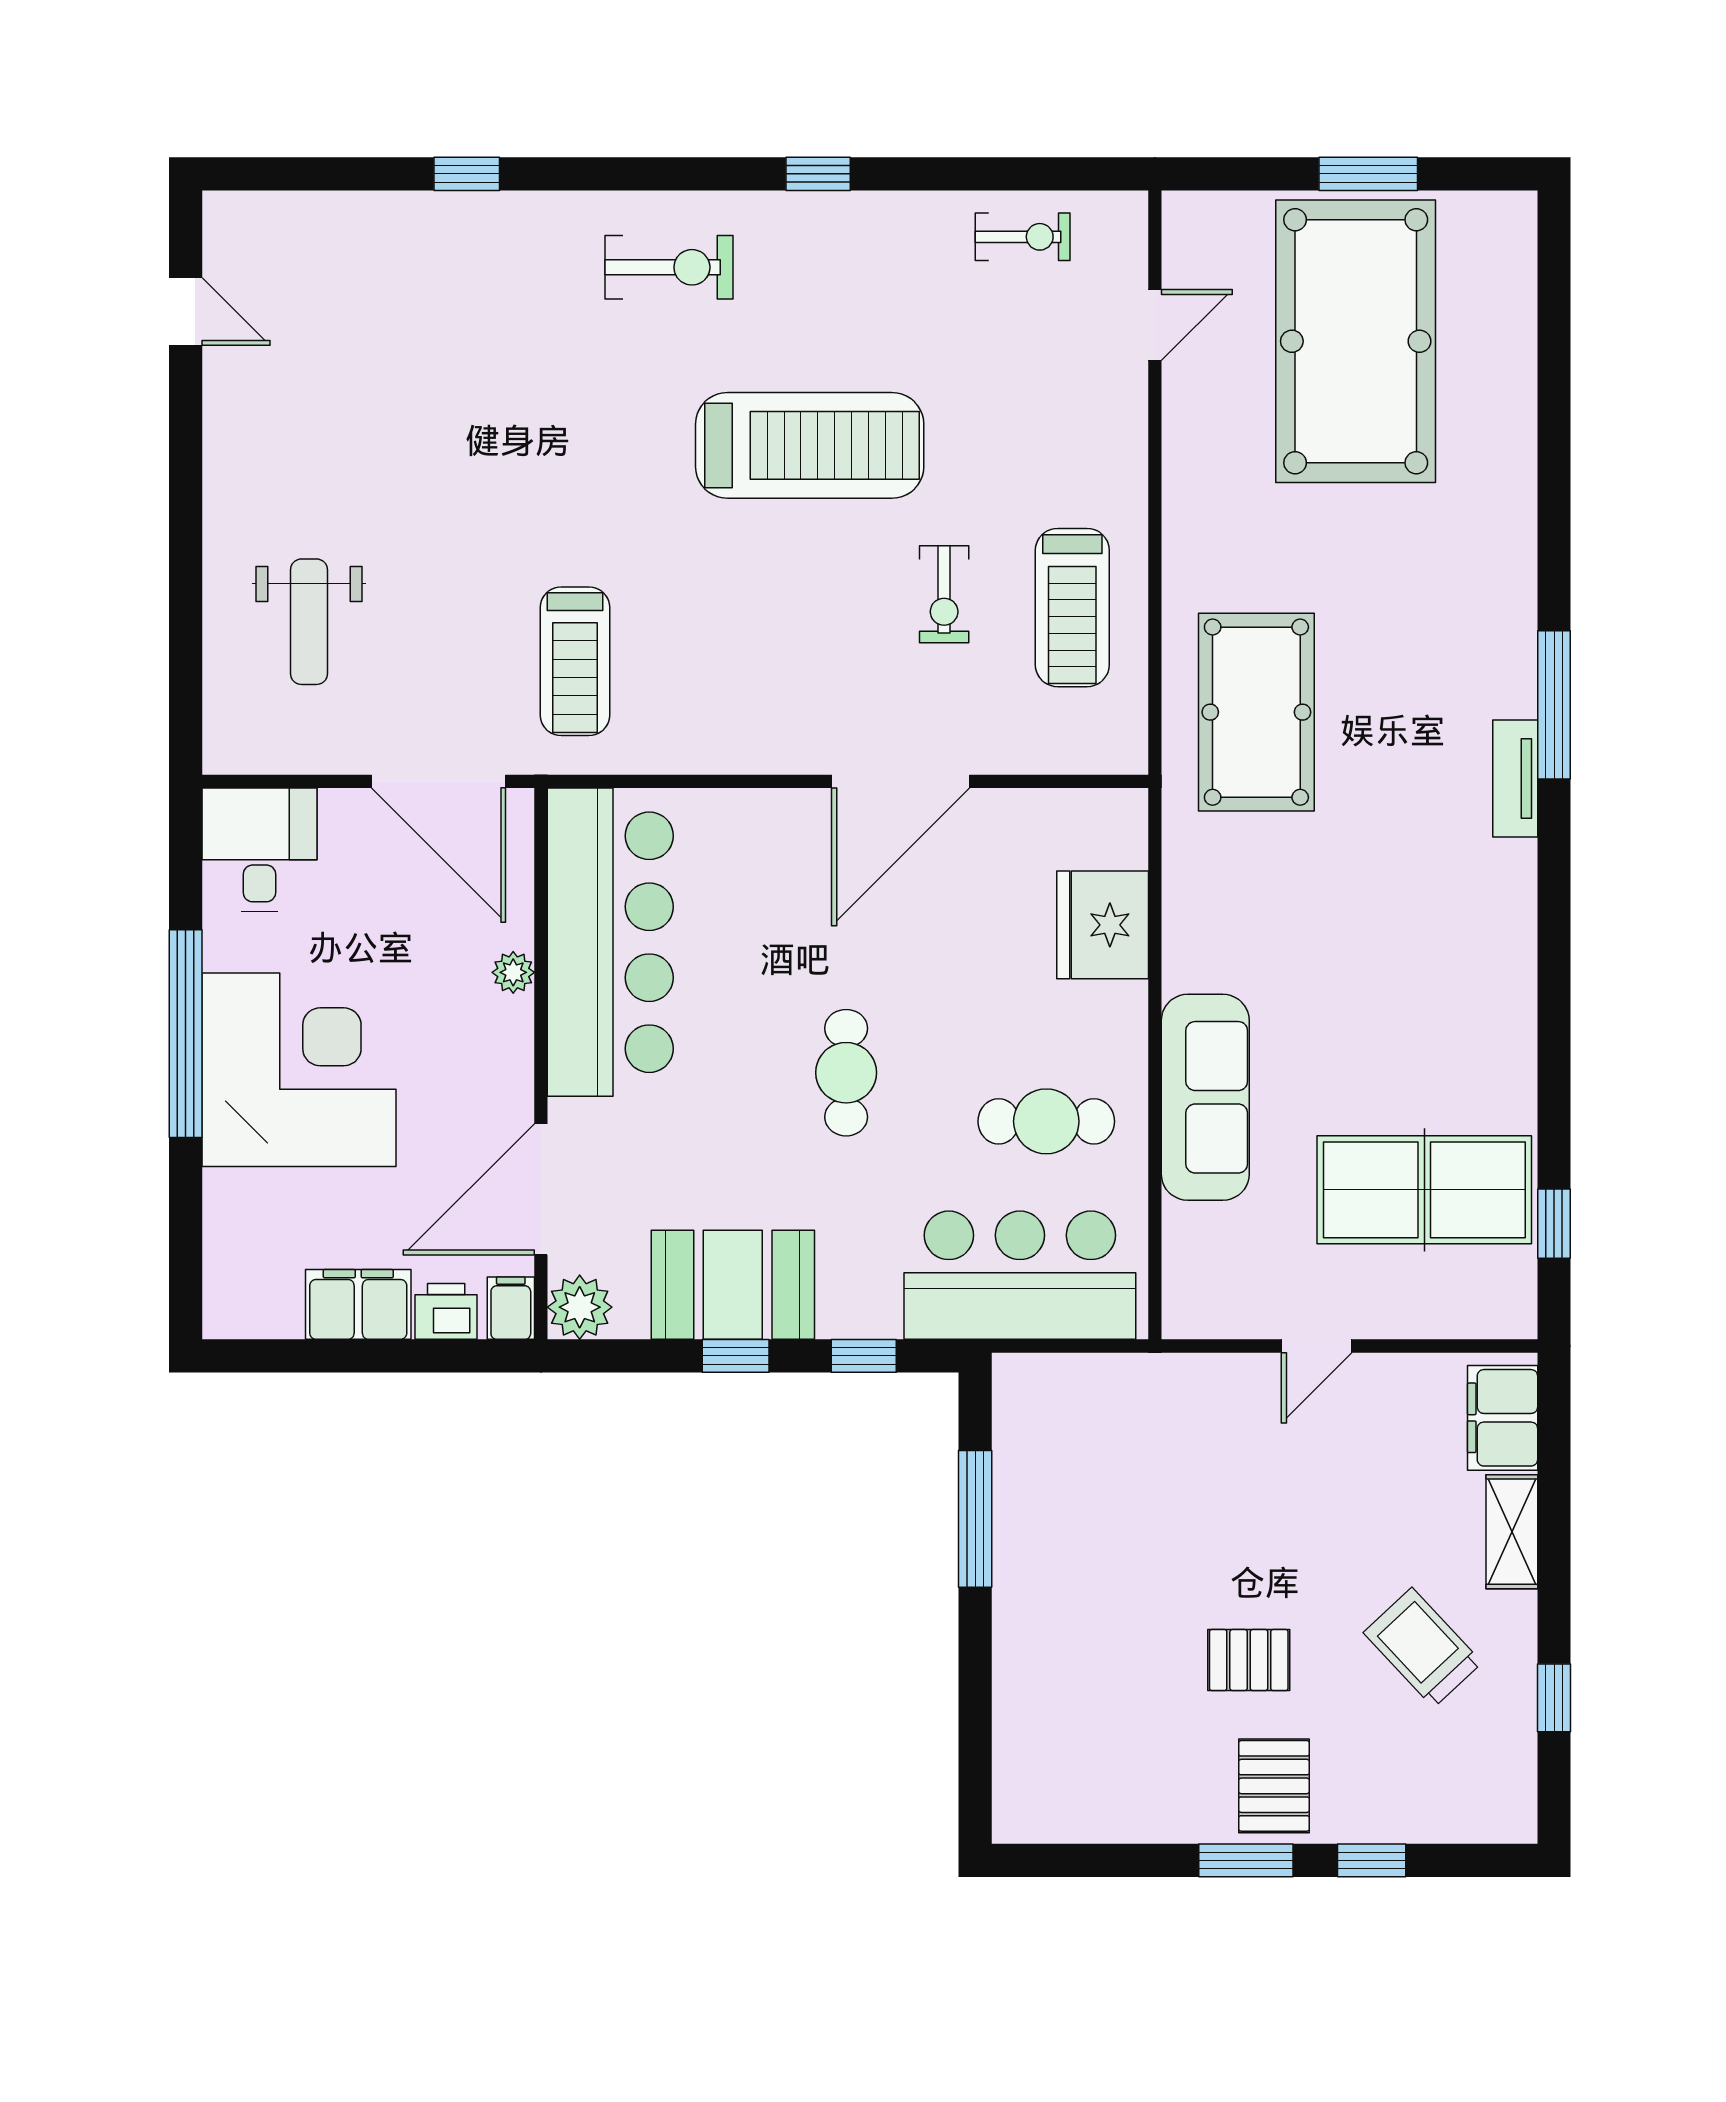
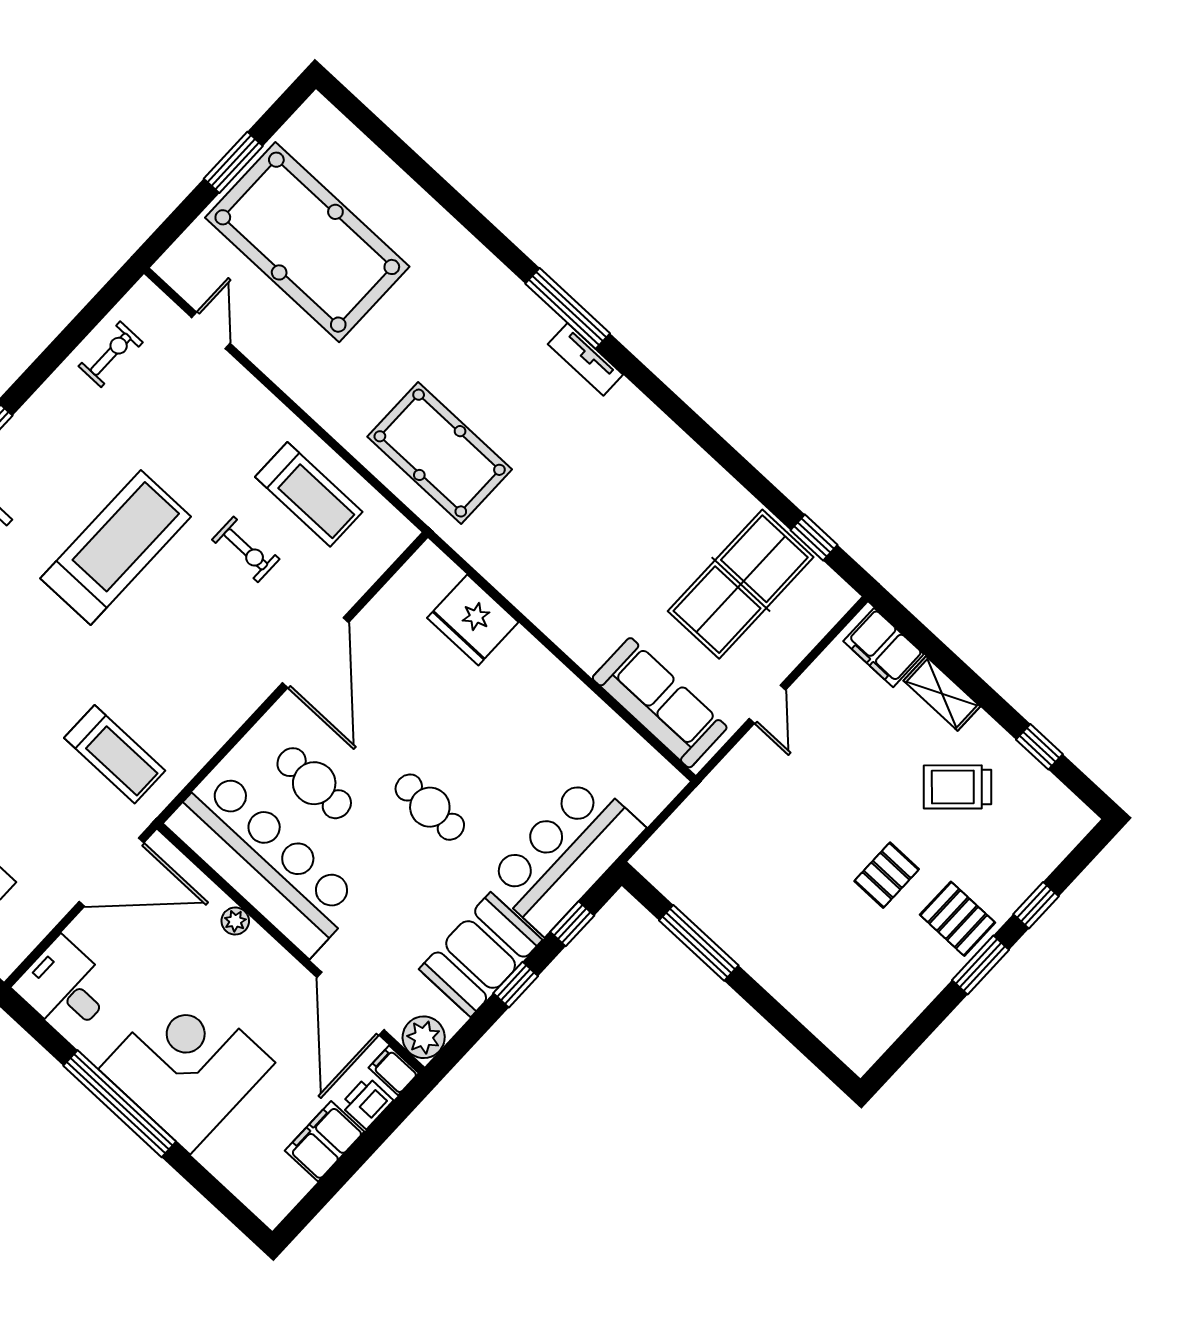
sofa: (1205, 1097) -> (660, 703), moved
cafe table: (1046, 1121) -> (314, 783), moved, turned 90
bar counter: (1020, 1275) -> (565, 854), moved

